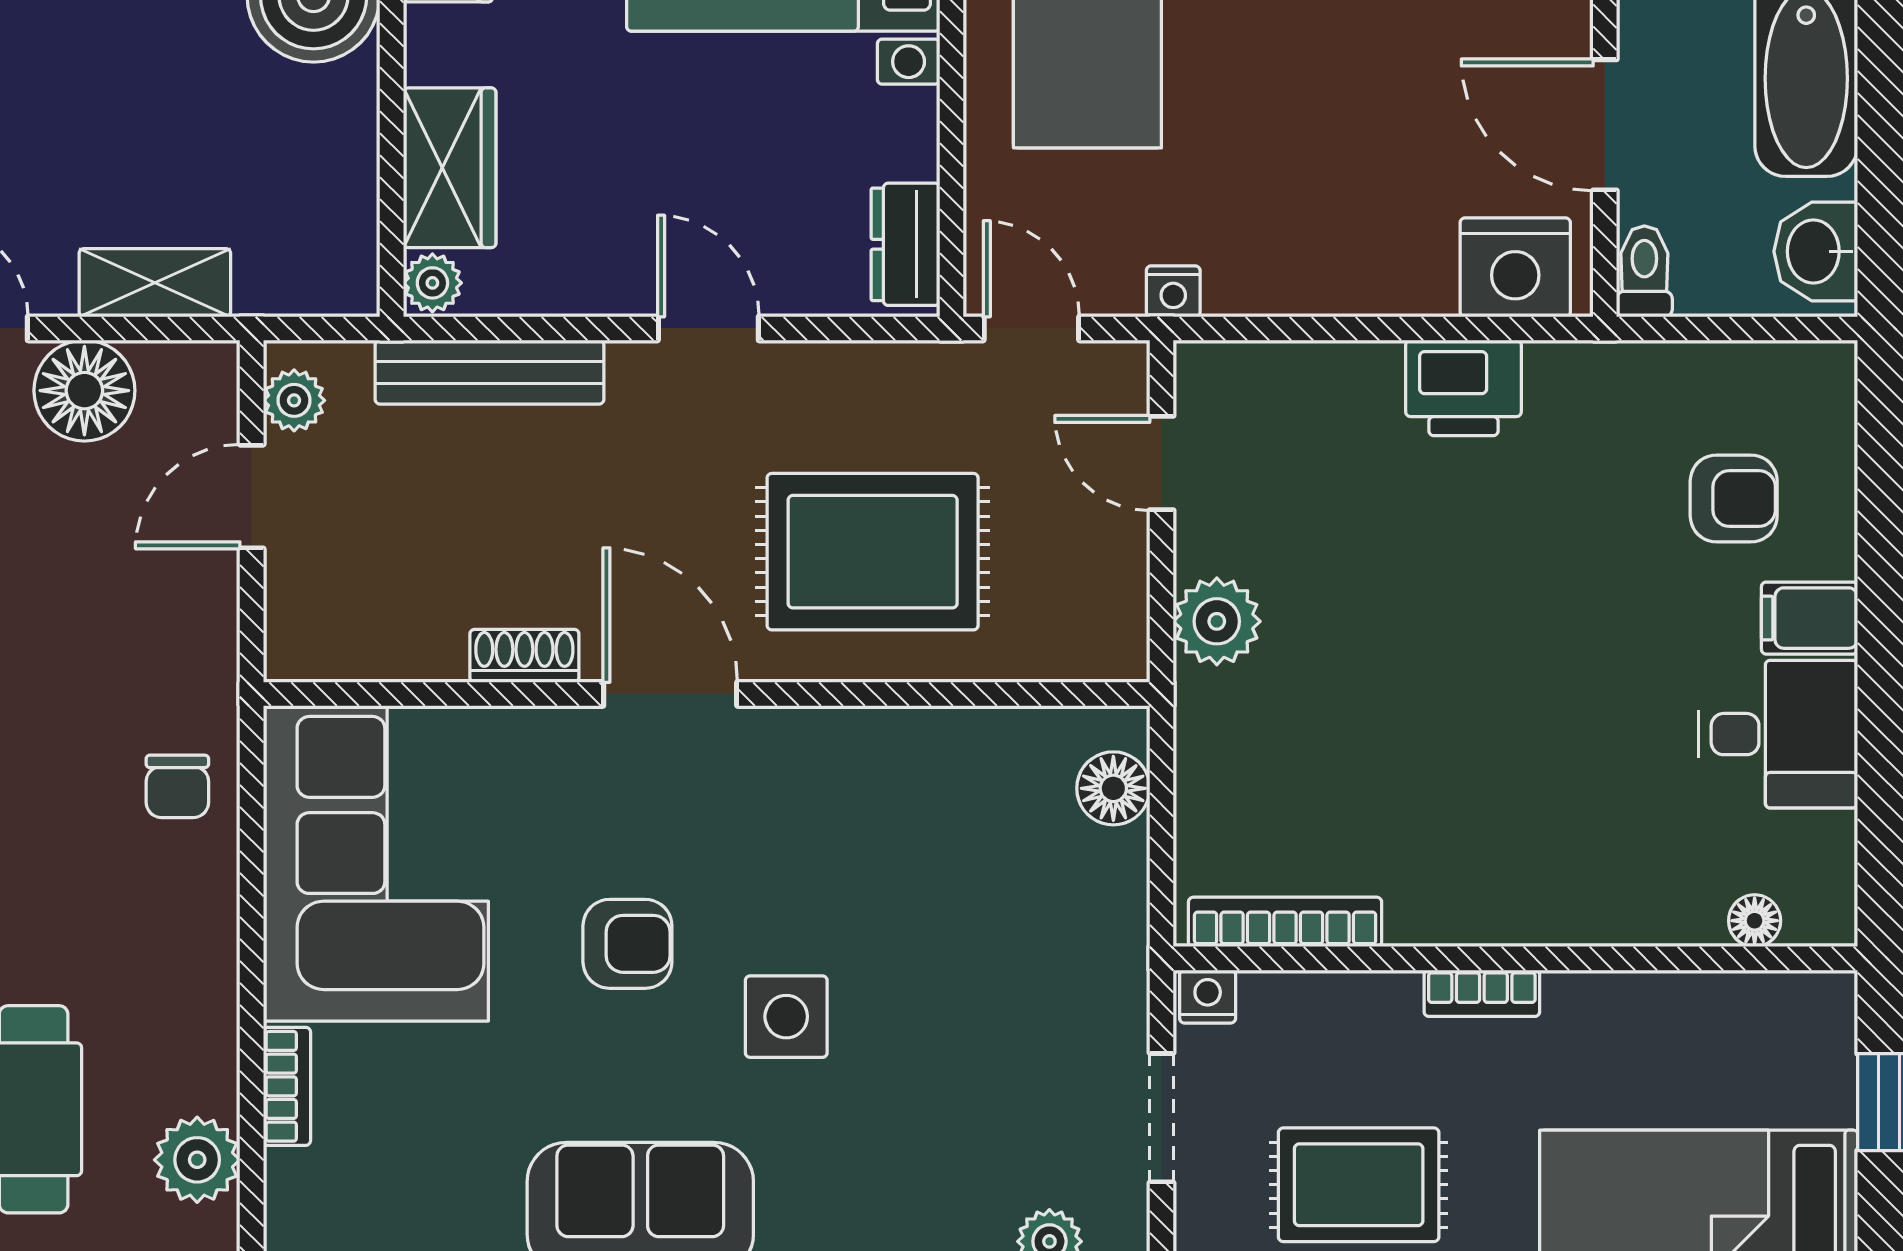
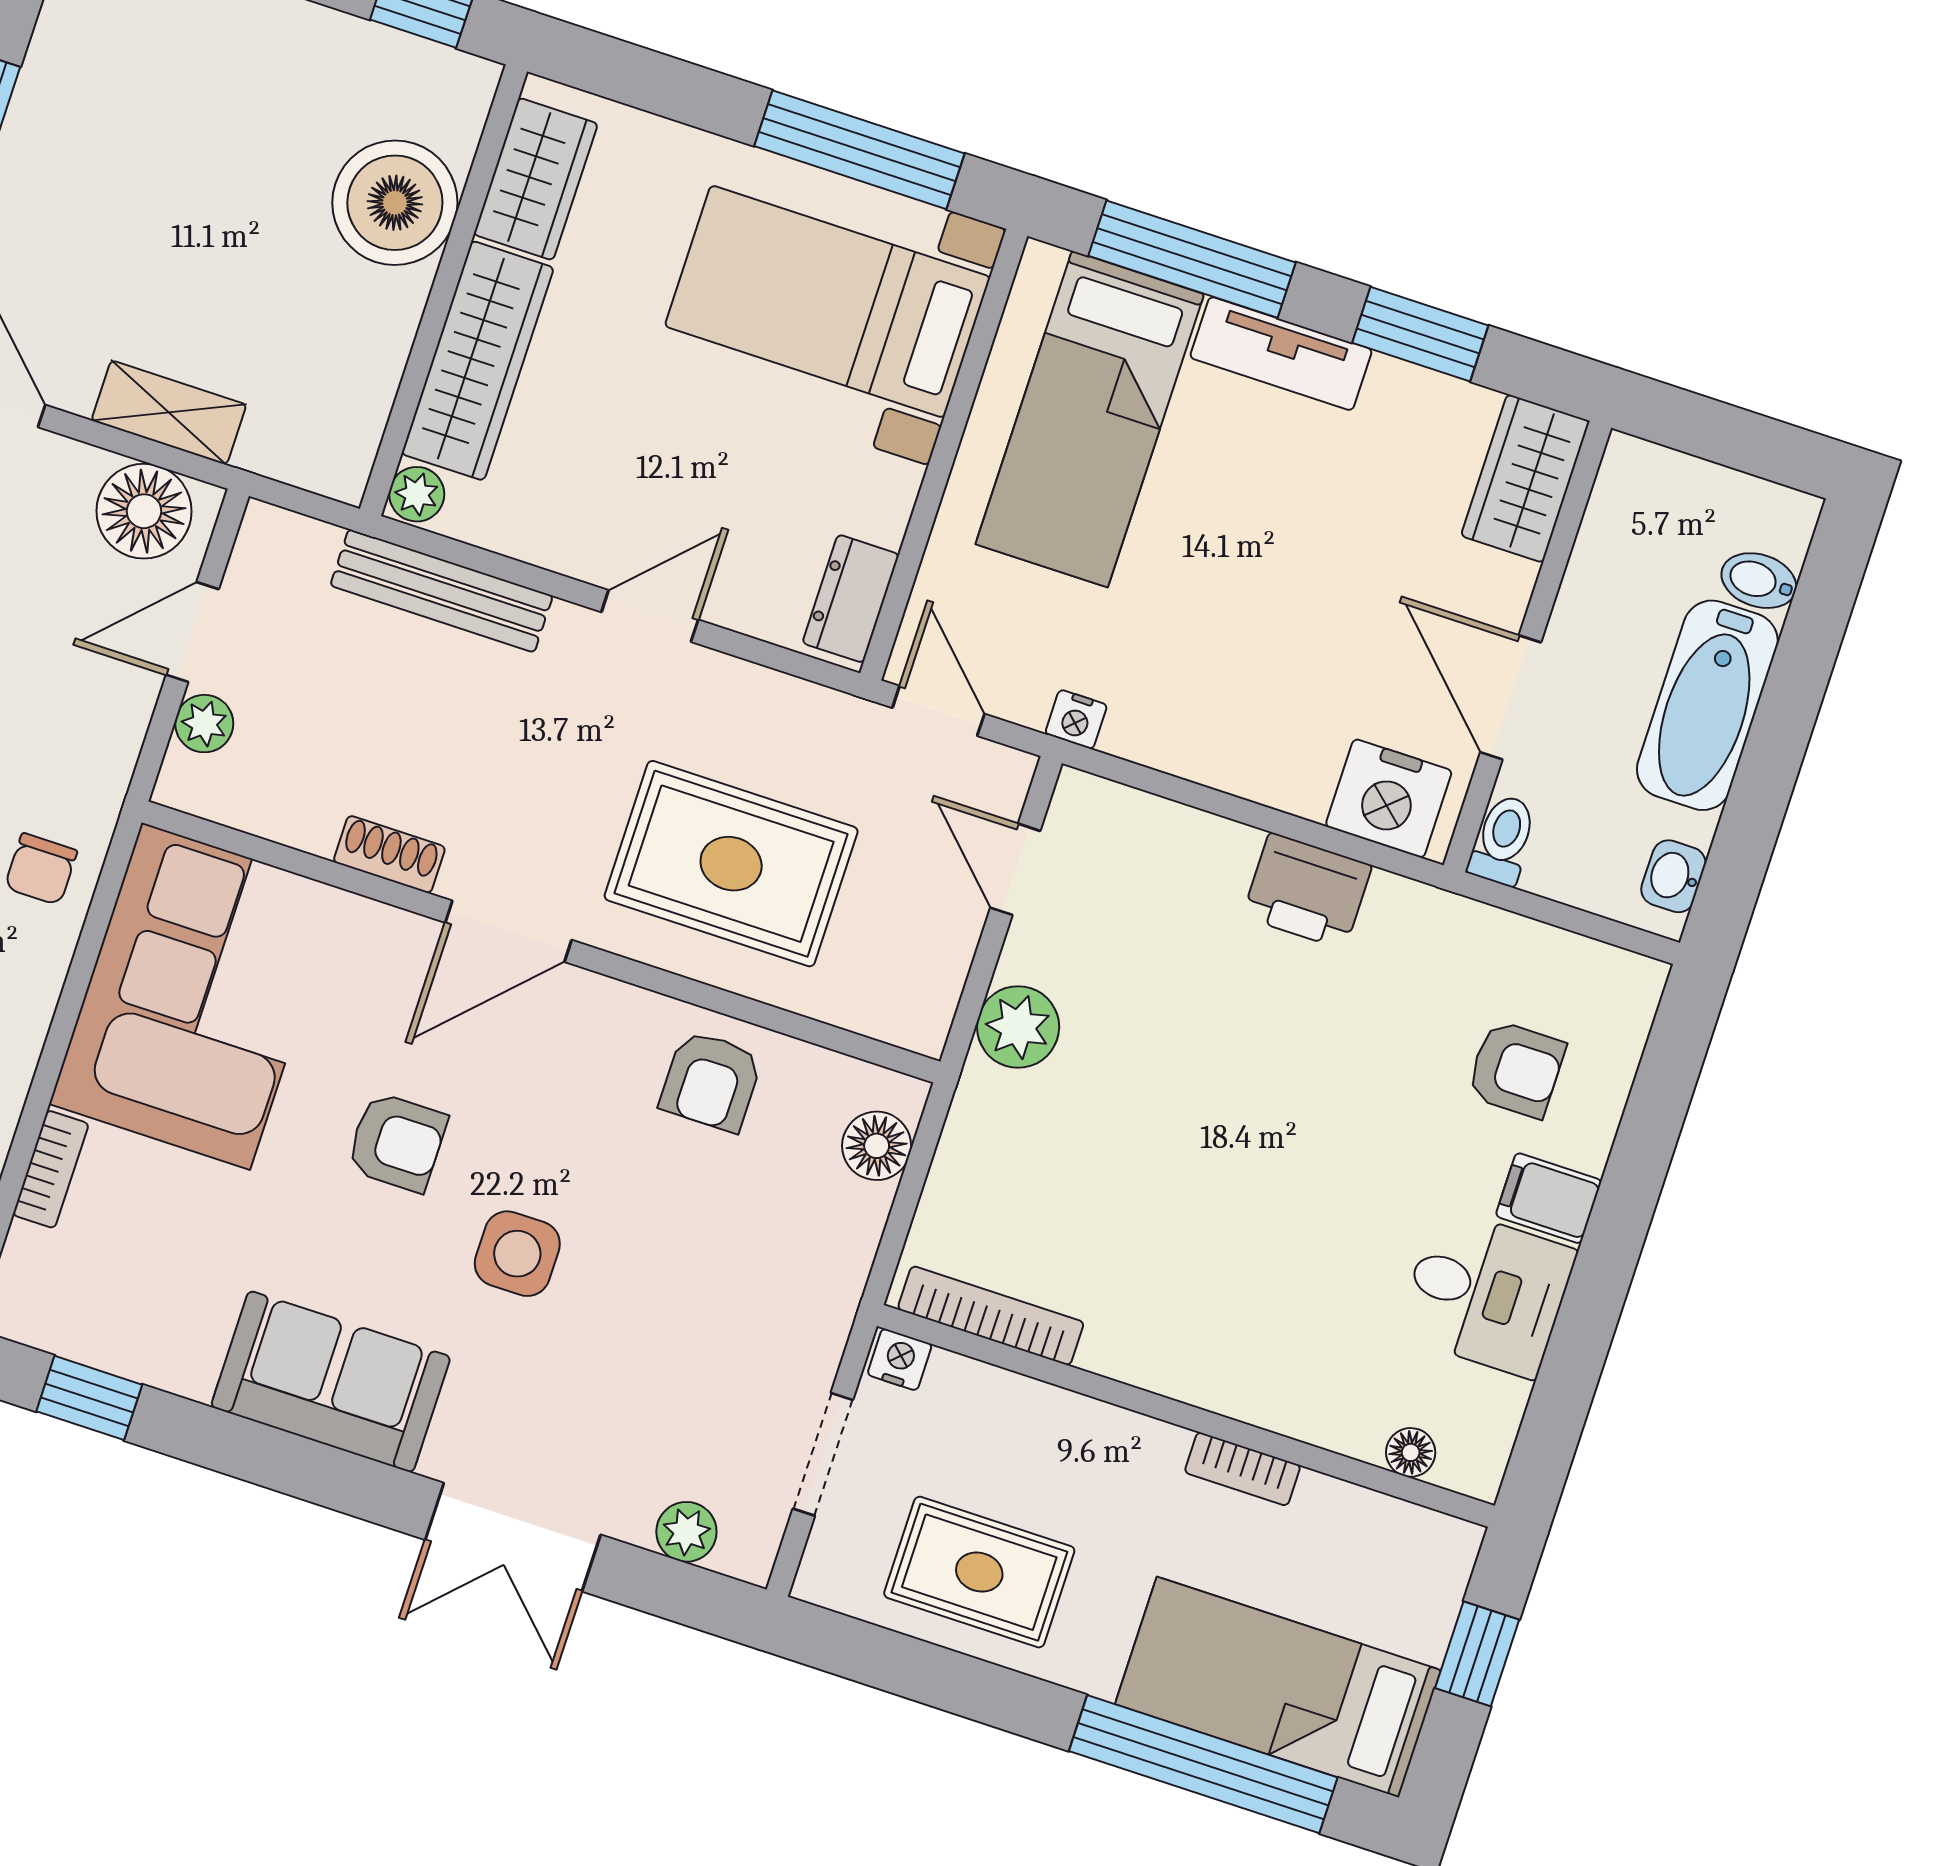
wardrobe: (450, 168) -> (478, 361), width x1.50
washbasin: (1816, 251) -> (1673, 876), width x0.72, depth x0.69
door: (708, 328) -> (650, 616), hinge flipped
floor lamp: (84, 391) -> (144, 511), moved
plant: (294, 400) -> (204, 724), moved
door: (670, 694) -> (508, 931), swing flipped
armchair: (925, 778) -> (711, 1081), added
bookcase: (1482, 993) -> (1243, 1469), moved

